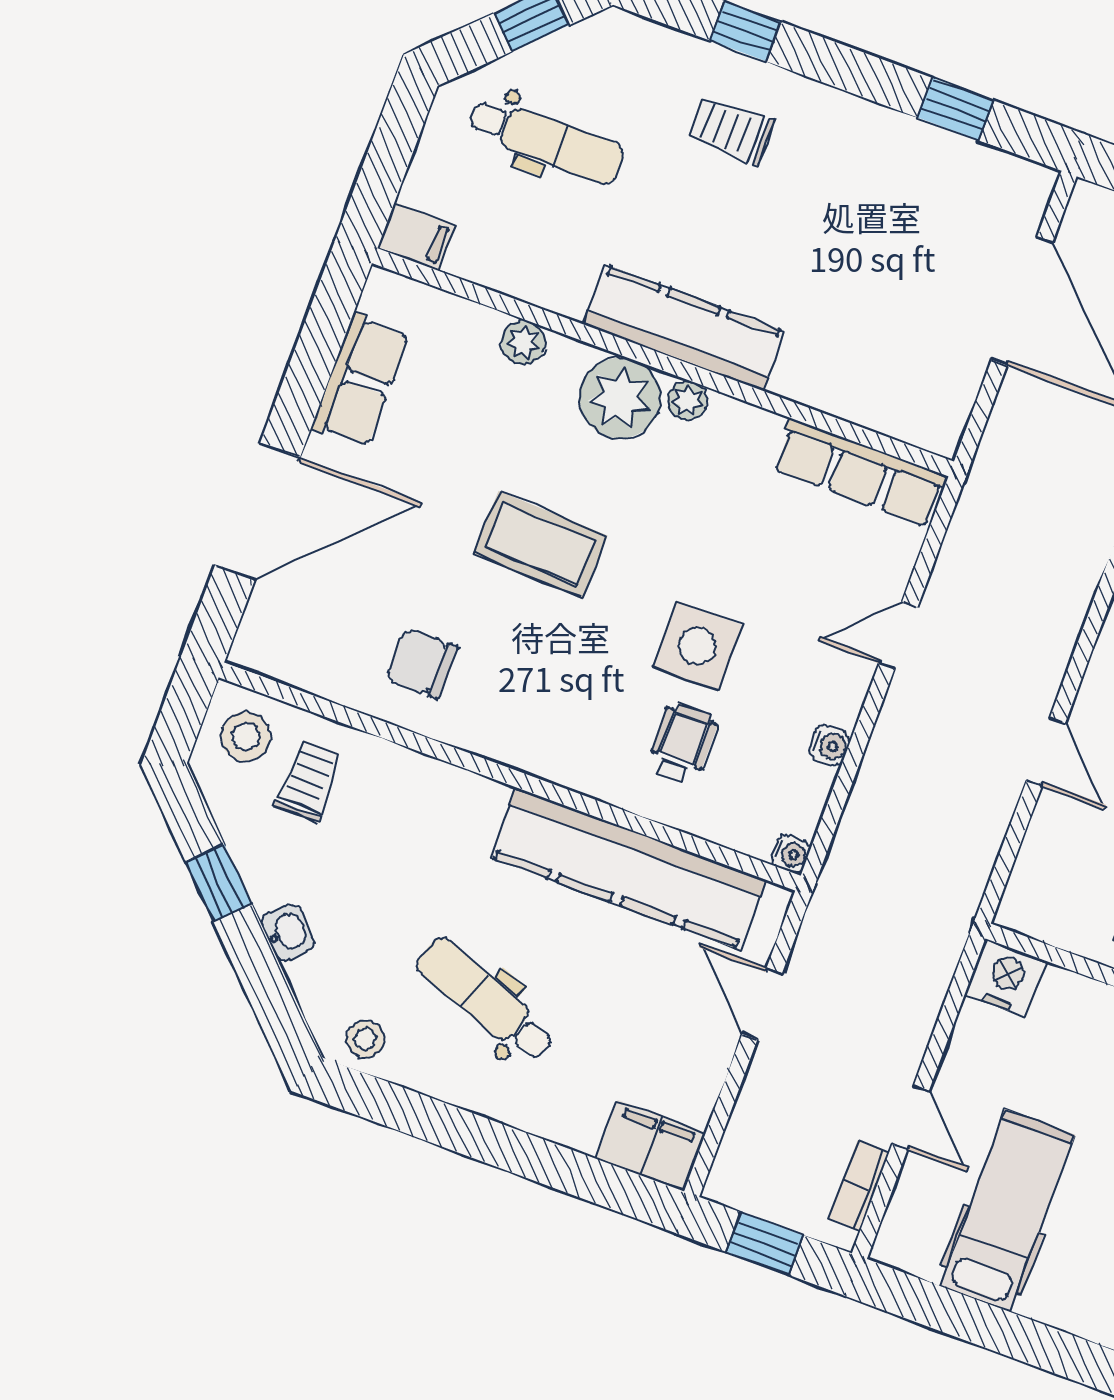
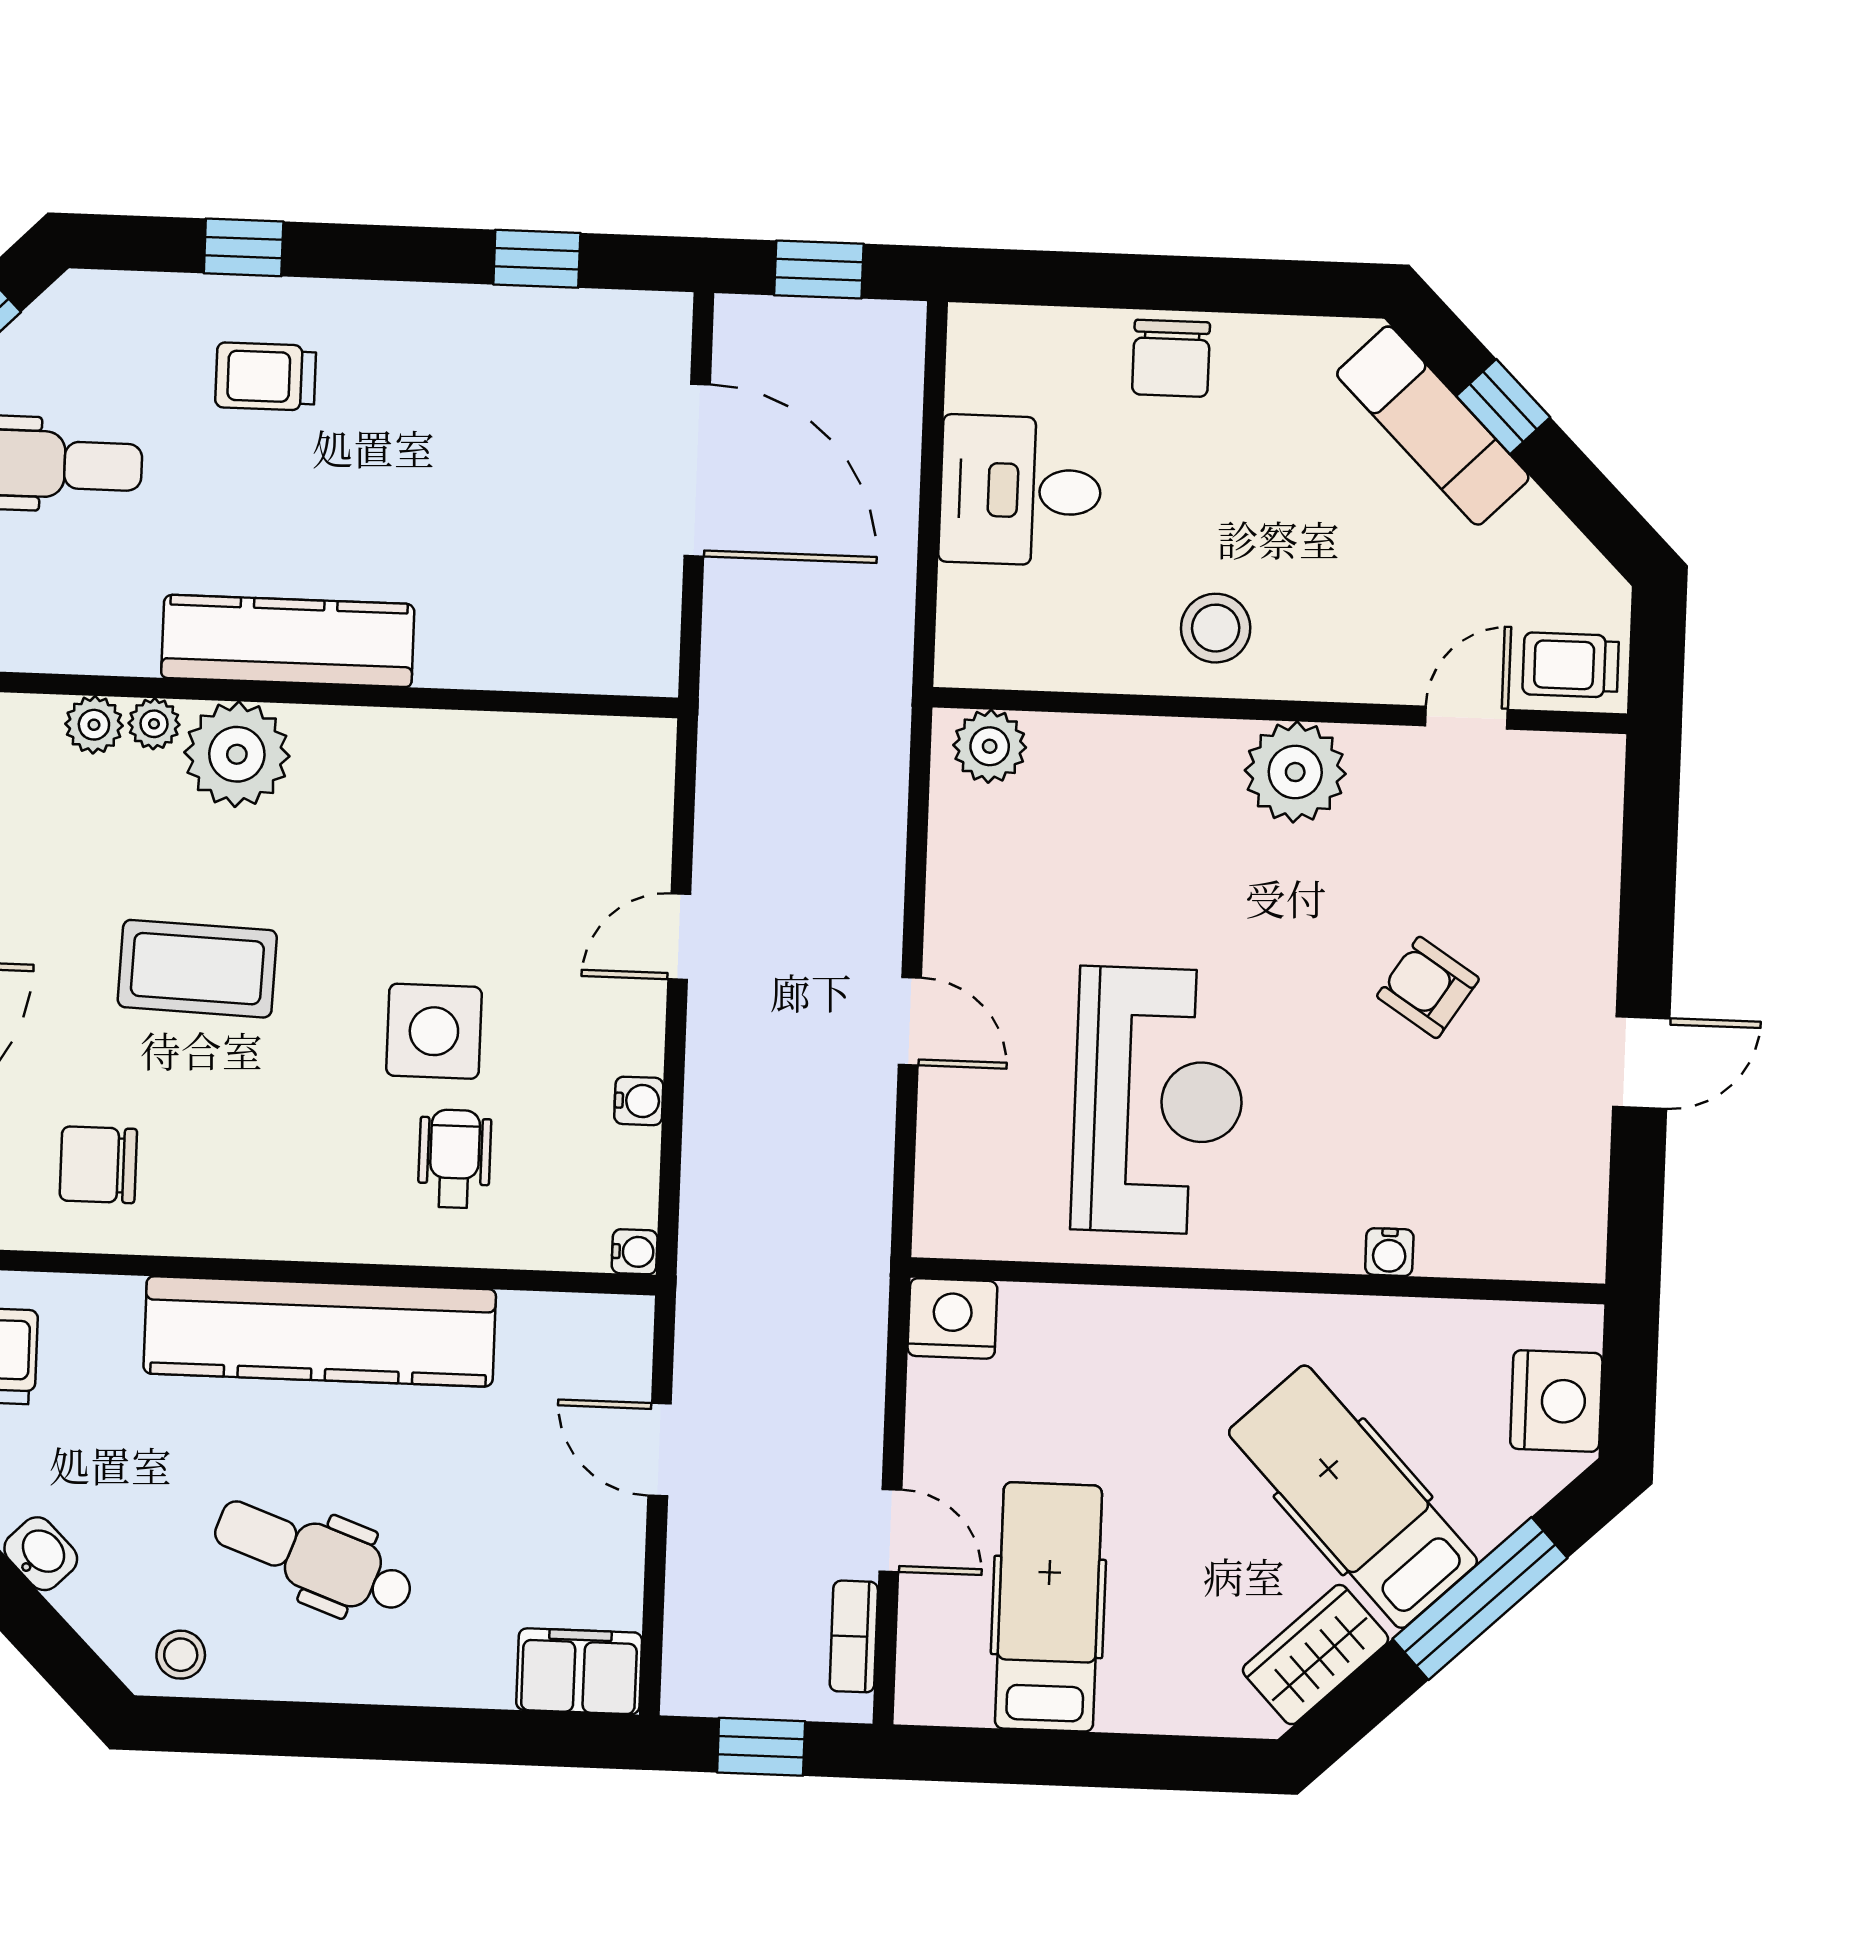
plant: (688, 401) -> (154, 724), moved
row of seats: (860, 473) -> (565, 750), removed
kitchen counter: (628, 868) -> (320, 1332), moved

